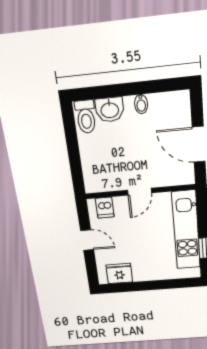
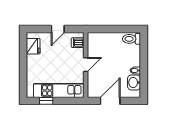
washbasin: (110, 110) -> (134, 82), moved
door: (139, 192) -> (86, 65), swing flipped

